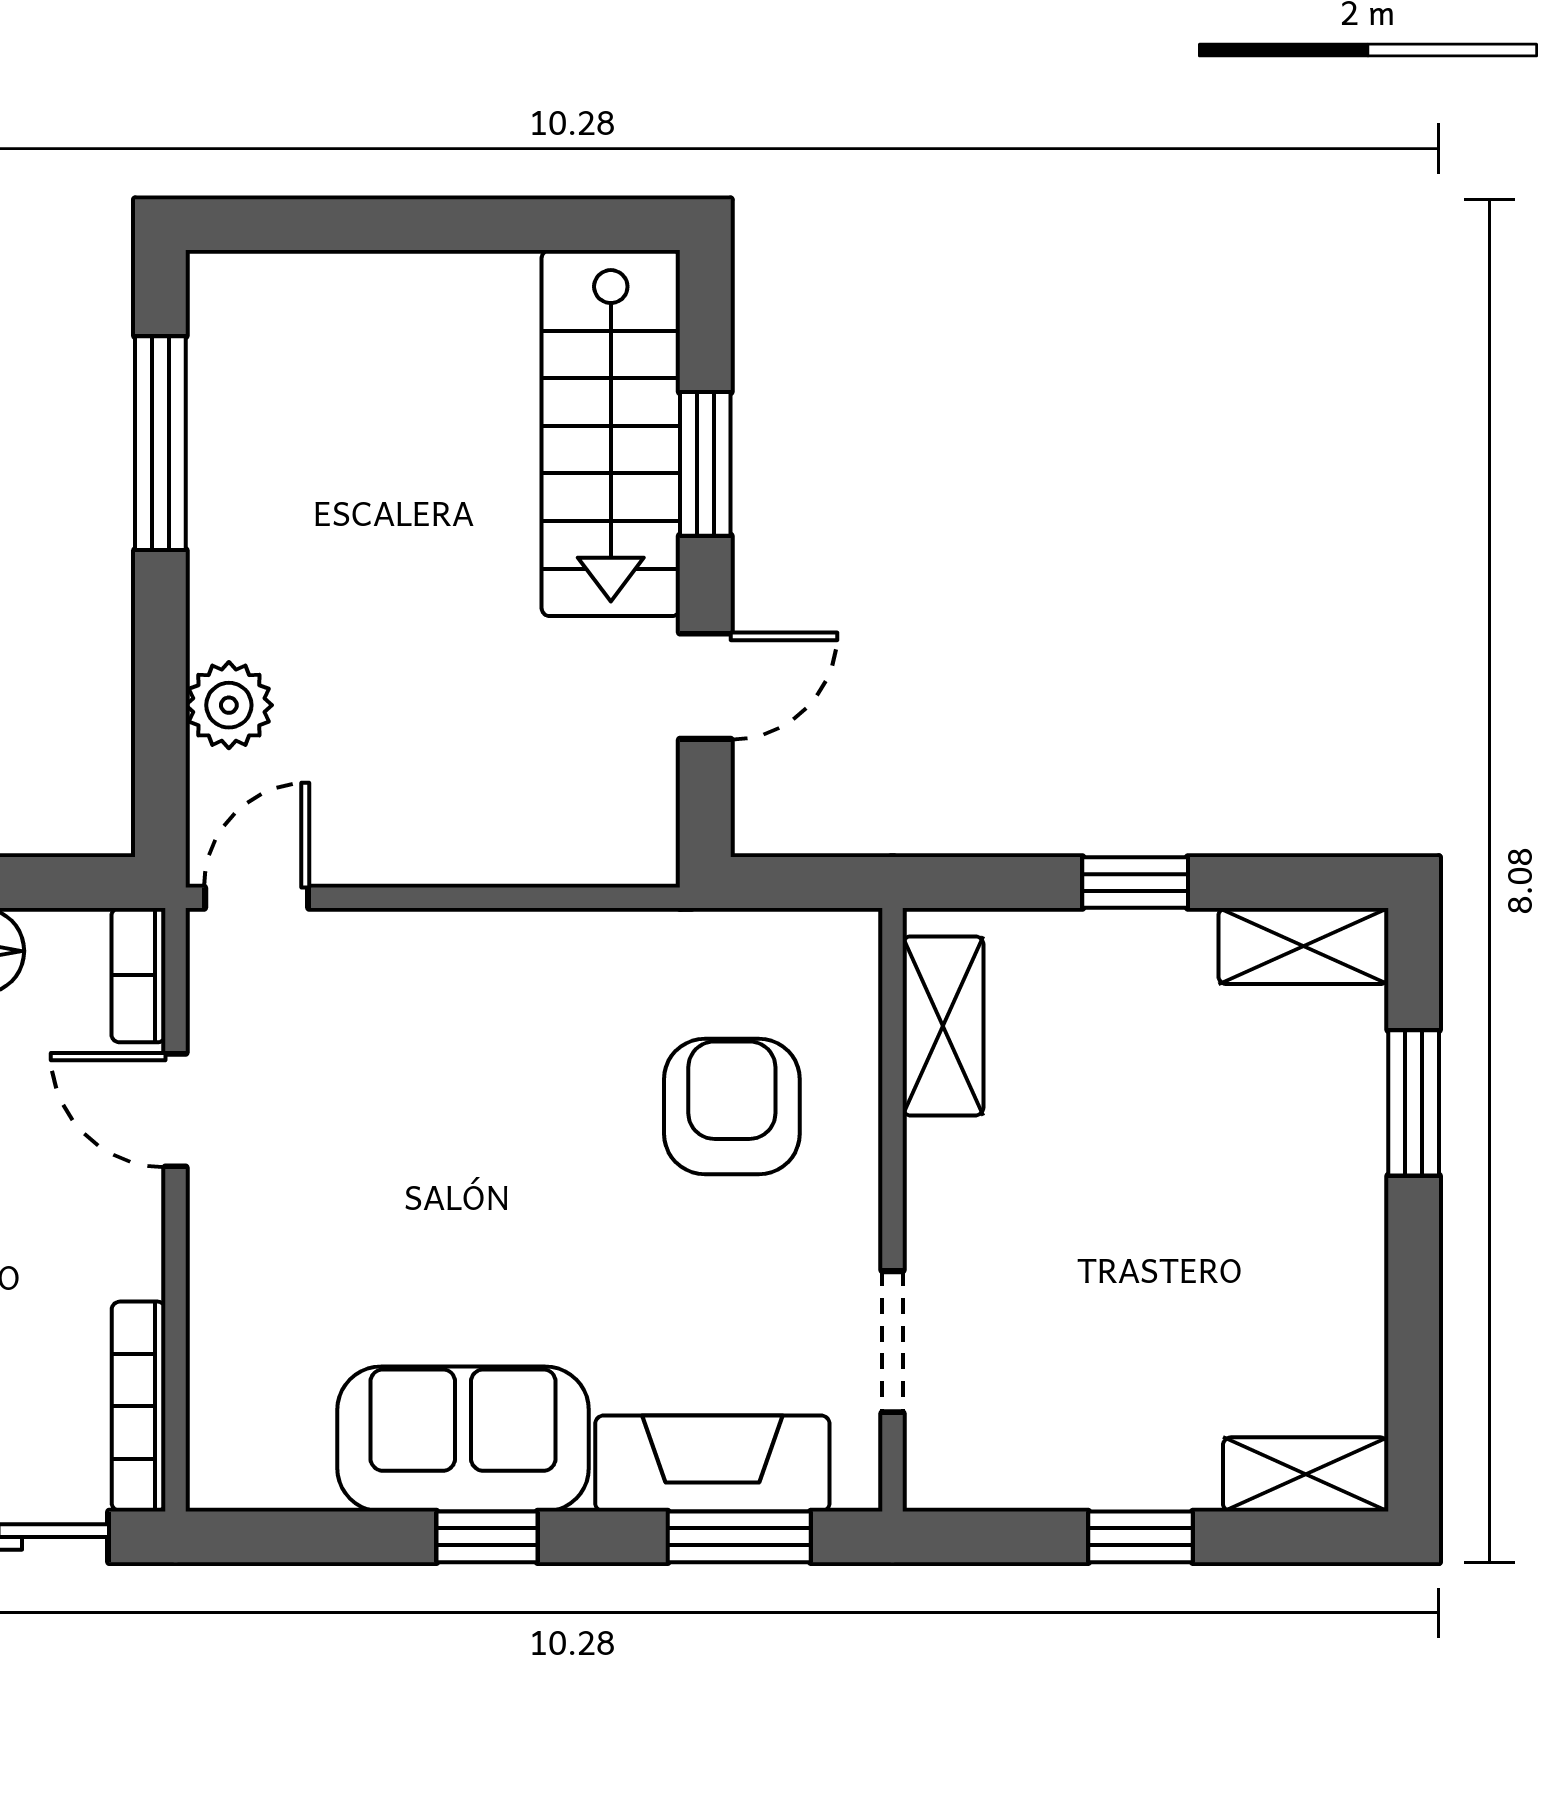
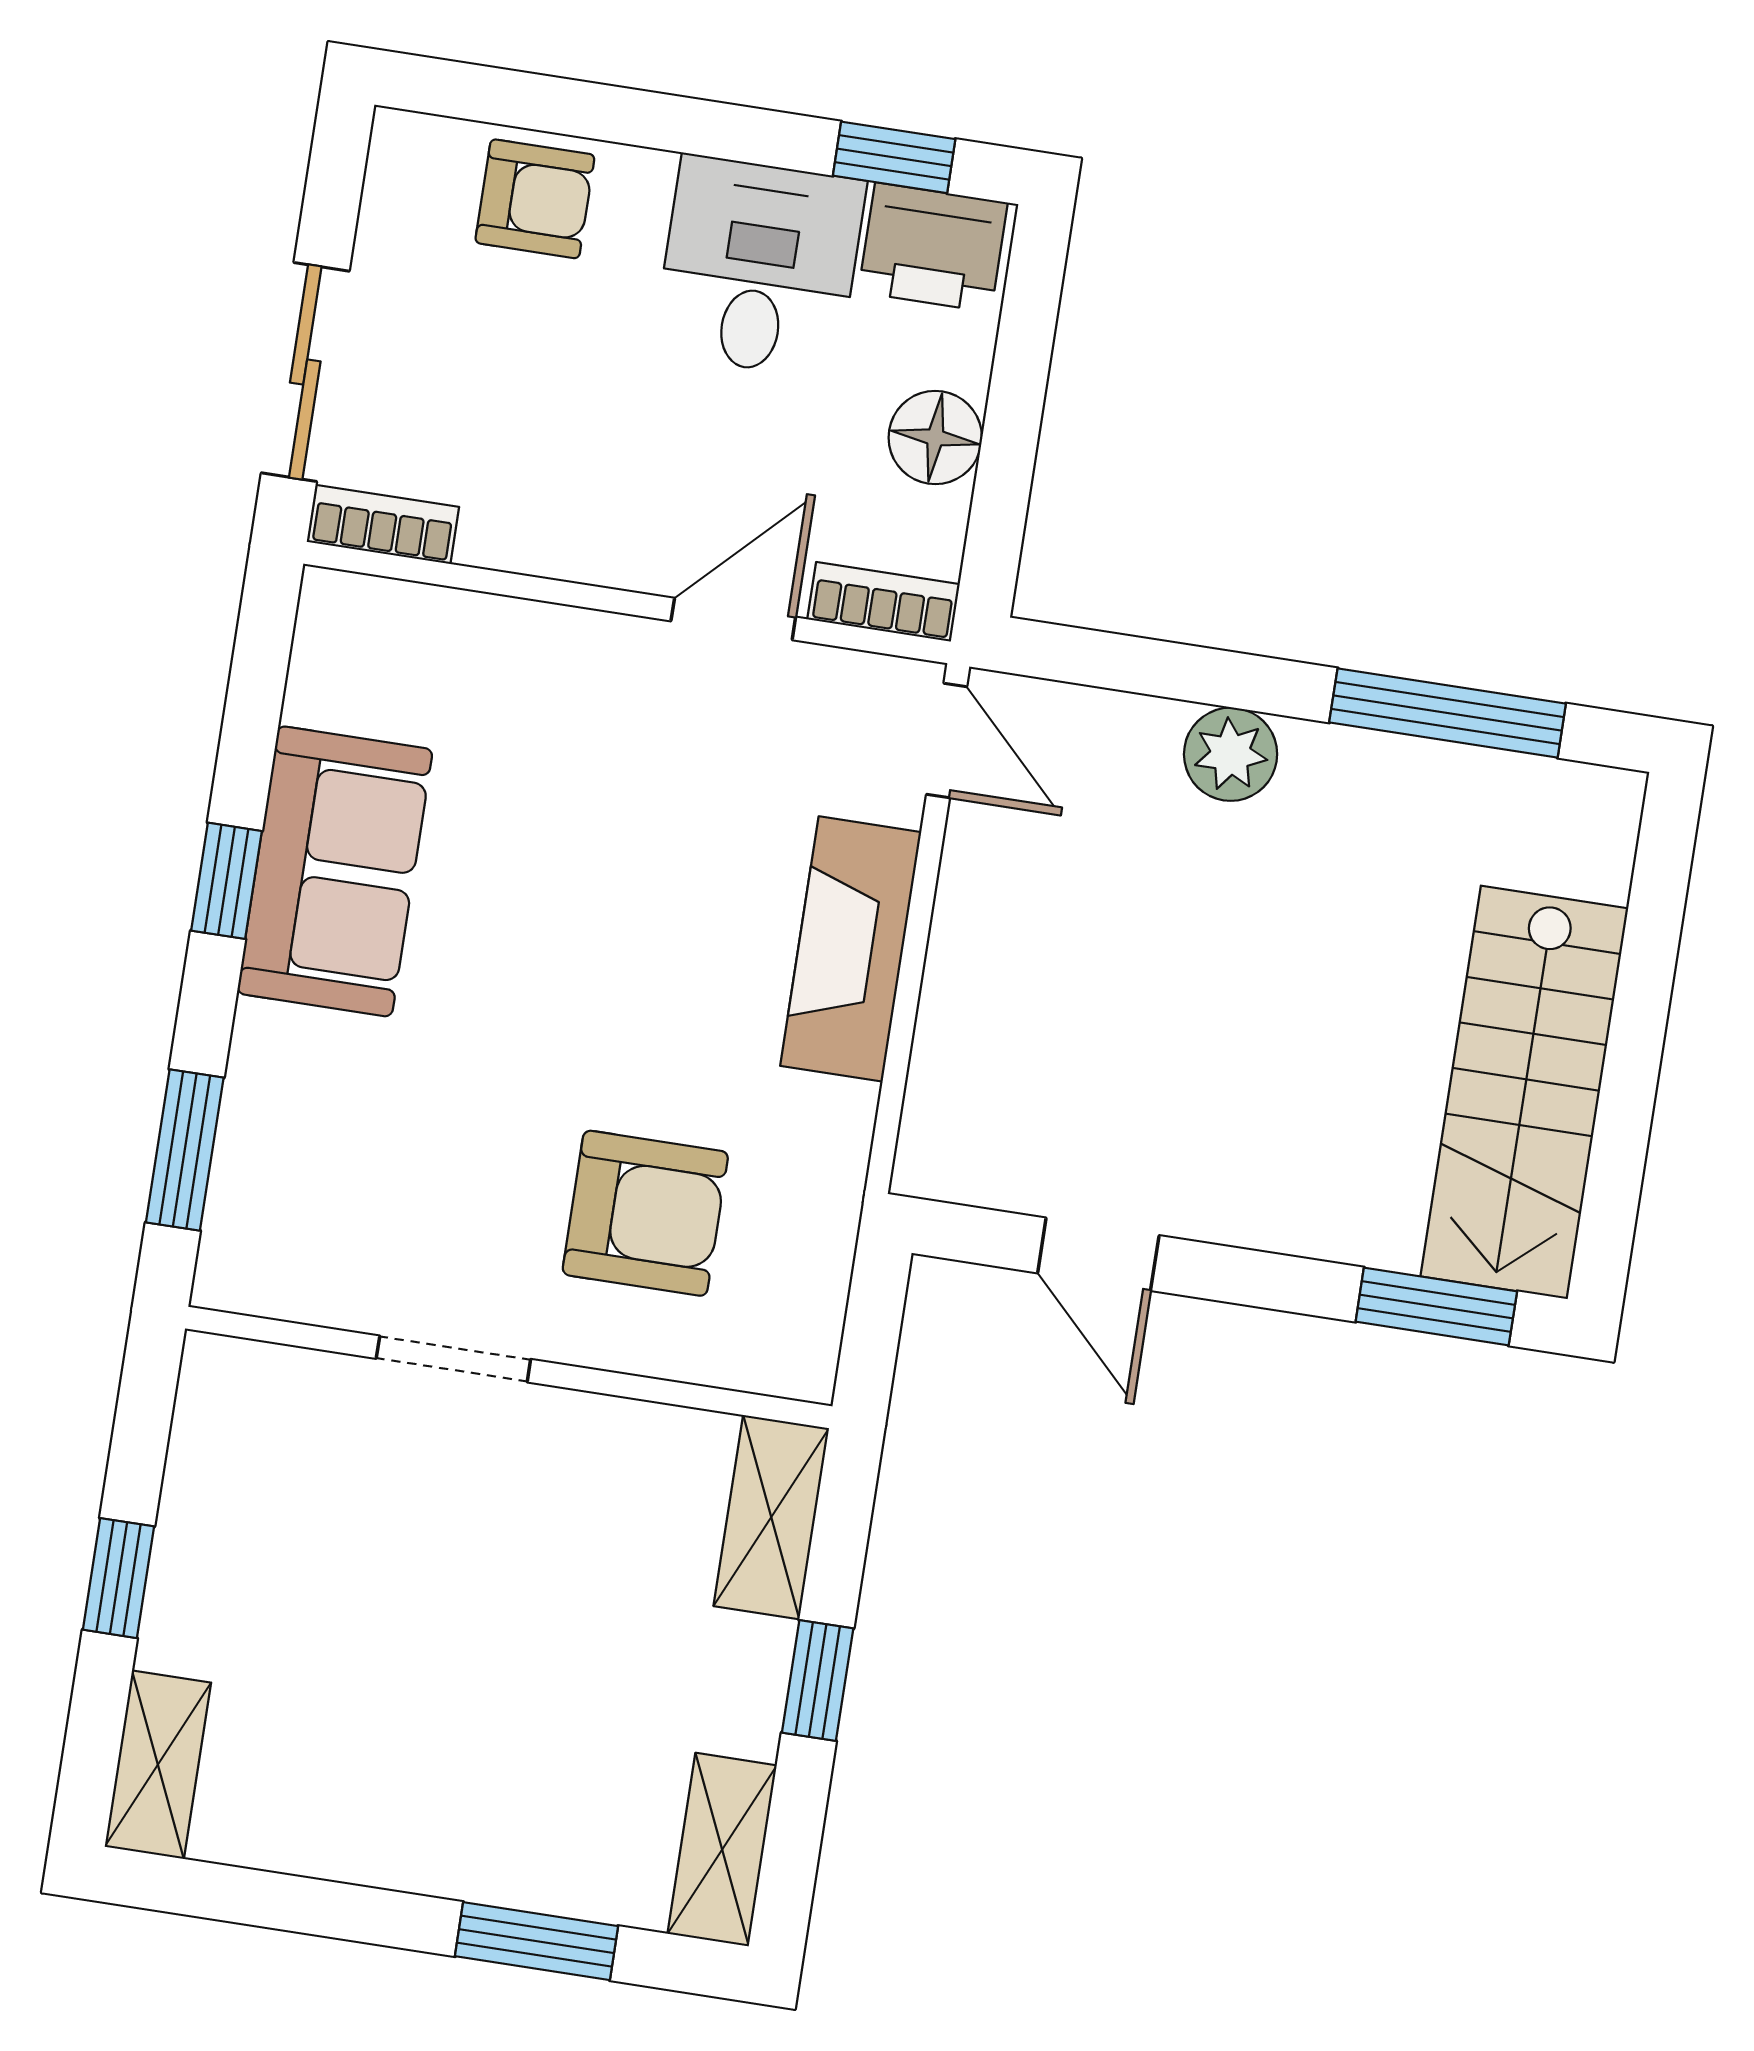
stairs: (611, 433) -> (1524, 1092), moved, turned -90
window: (705, 464) -> (1436, 1307), moved
plant: (229, 705) -> (1231, 754), moved
shelving: (943, 1026) -> (771, 1517), moved, turned 90
doorway: (892, 1342) -> (453, 1359), moved
bookcase: (139, 1406) -> (383, 524), width x0.64
fireplace: (712, 1463) -> (851, 949), moved, turned 180

